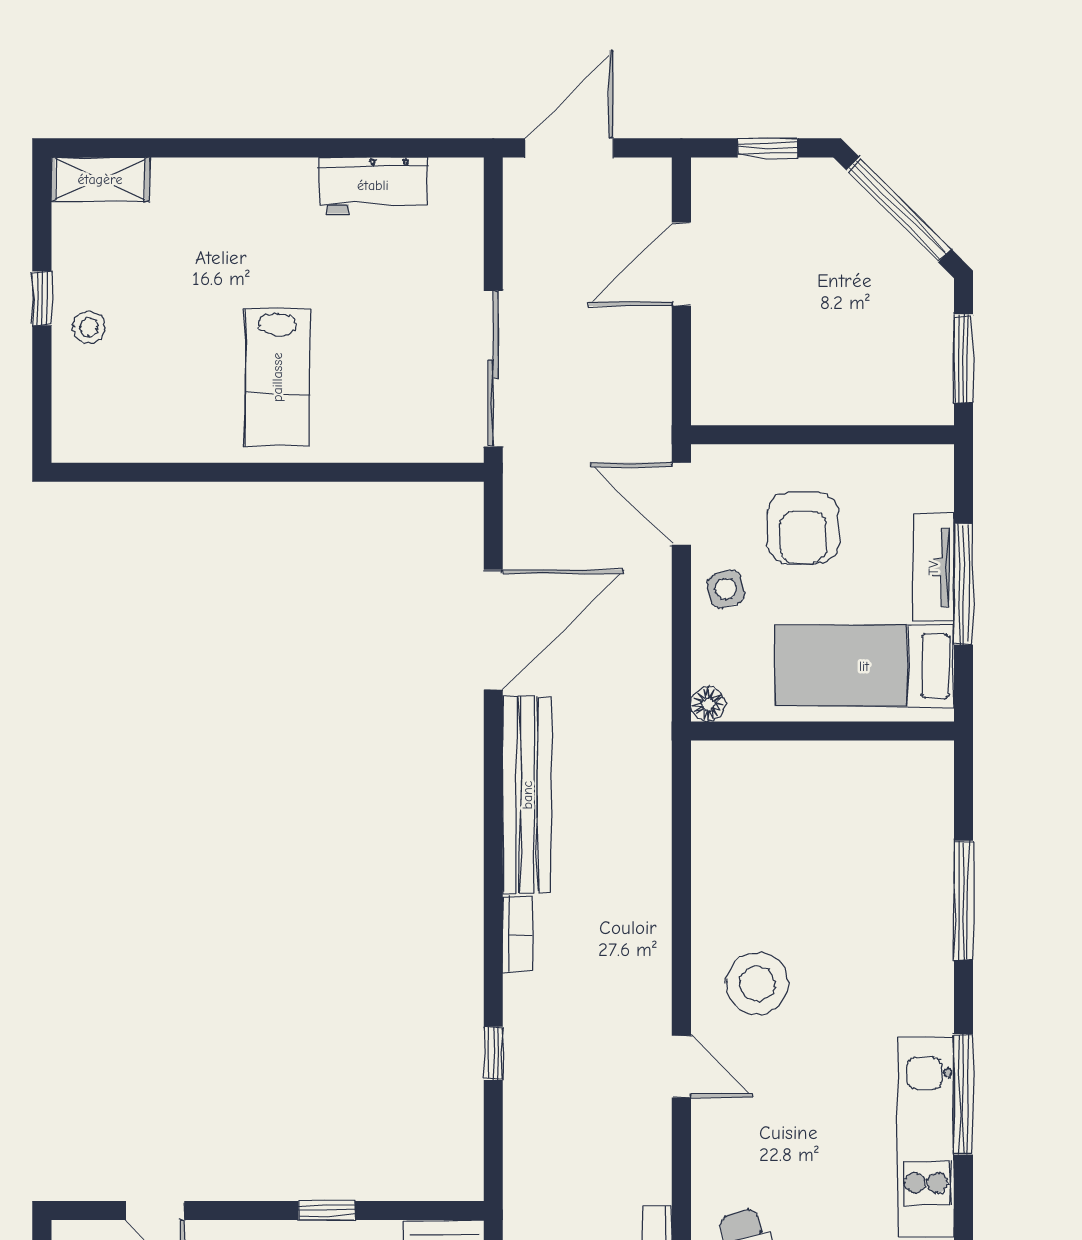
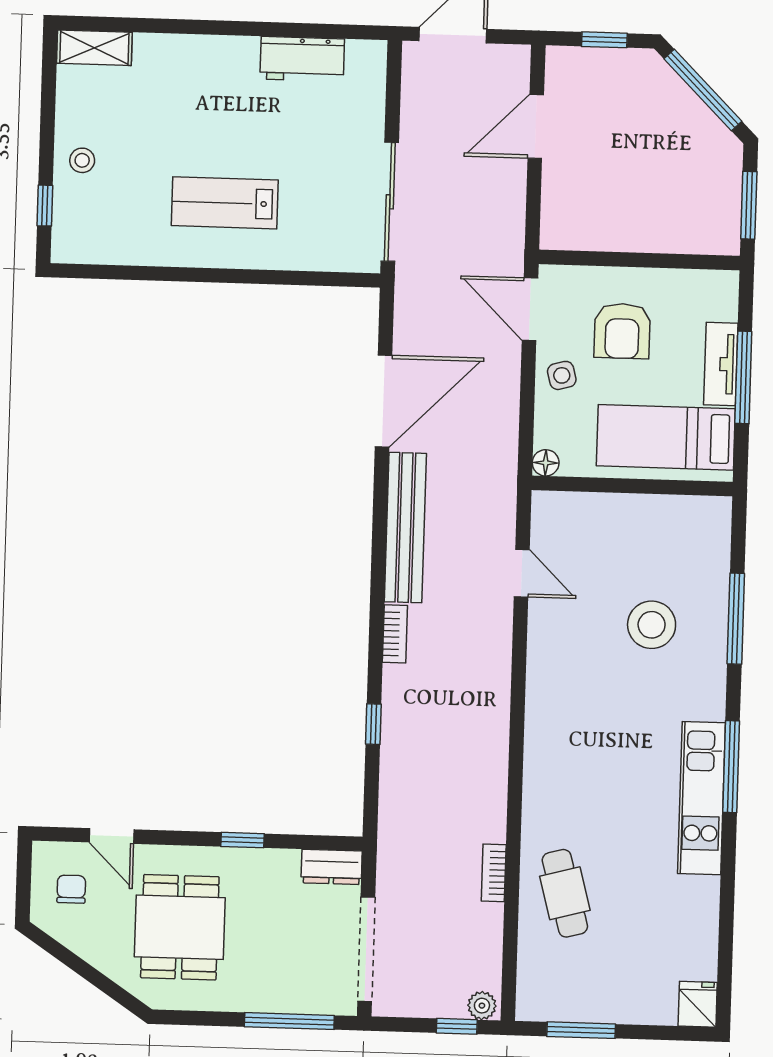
window: (42, 298) -> (45, 206), moved
lab bench: (277, 377) -> (225, 203), turned 90
stool: (757, 983) -> (652, 625), moved
door: (681, 1067) -> (522, 573), moved

